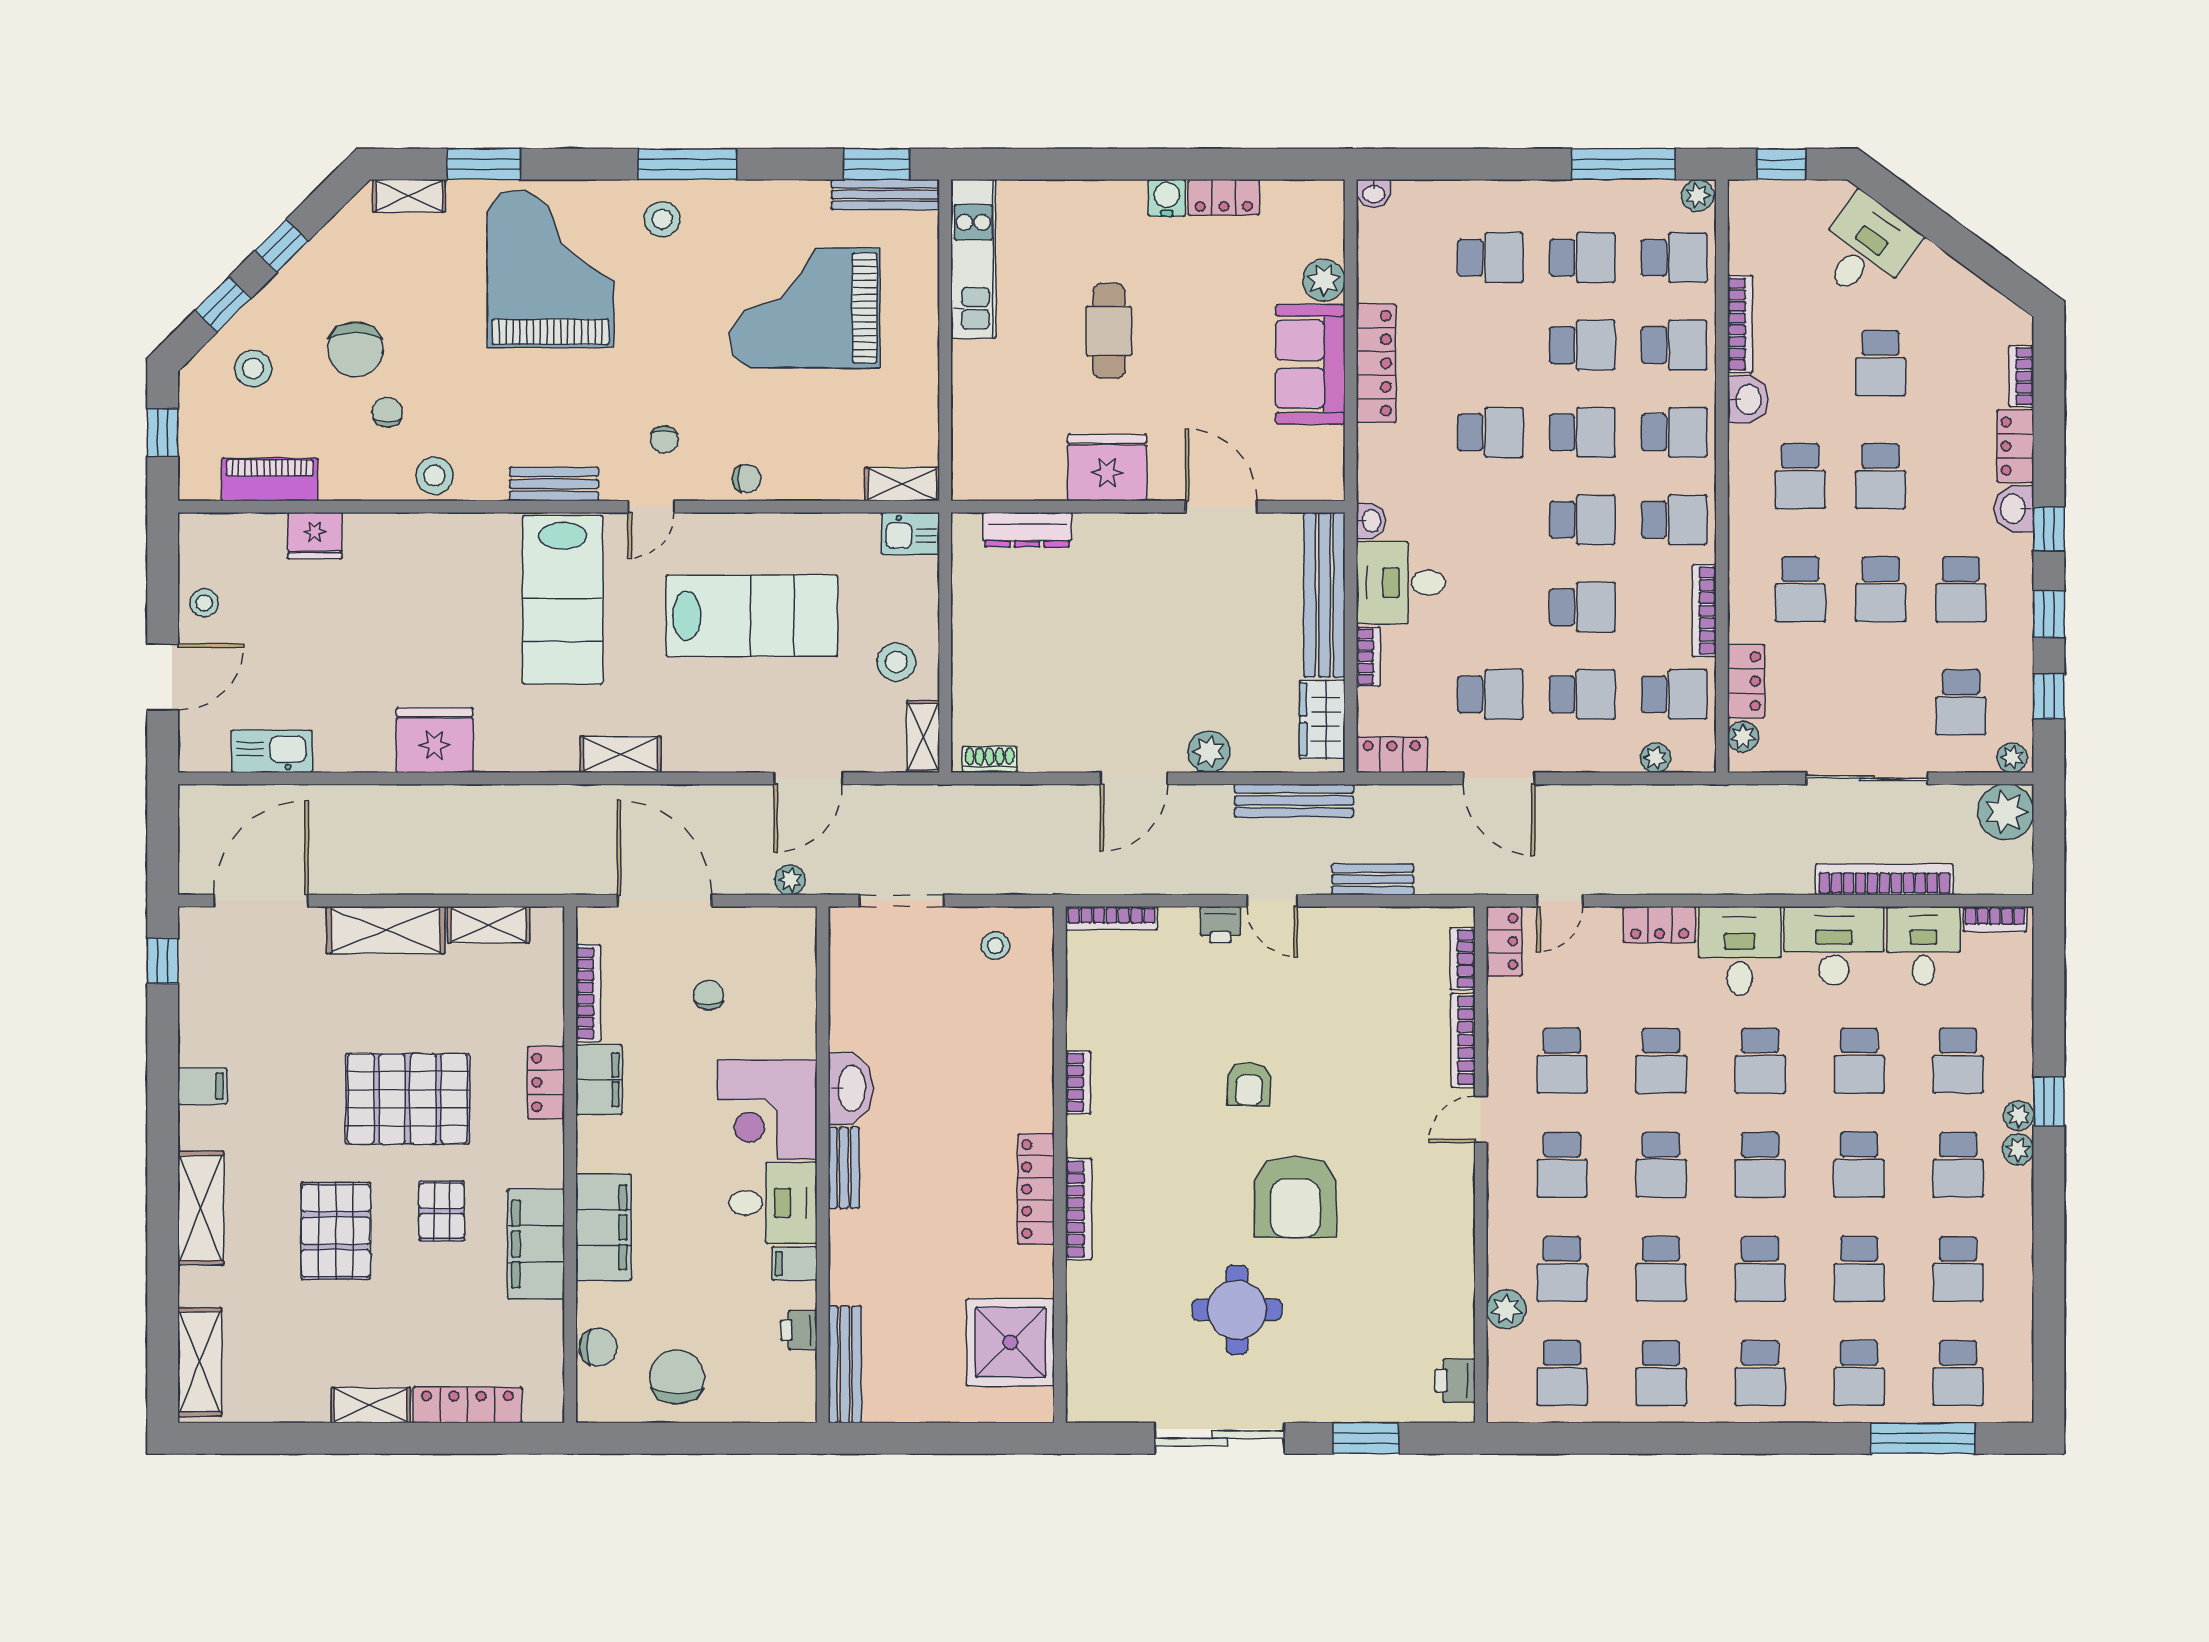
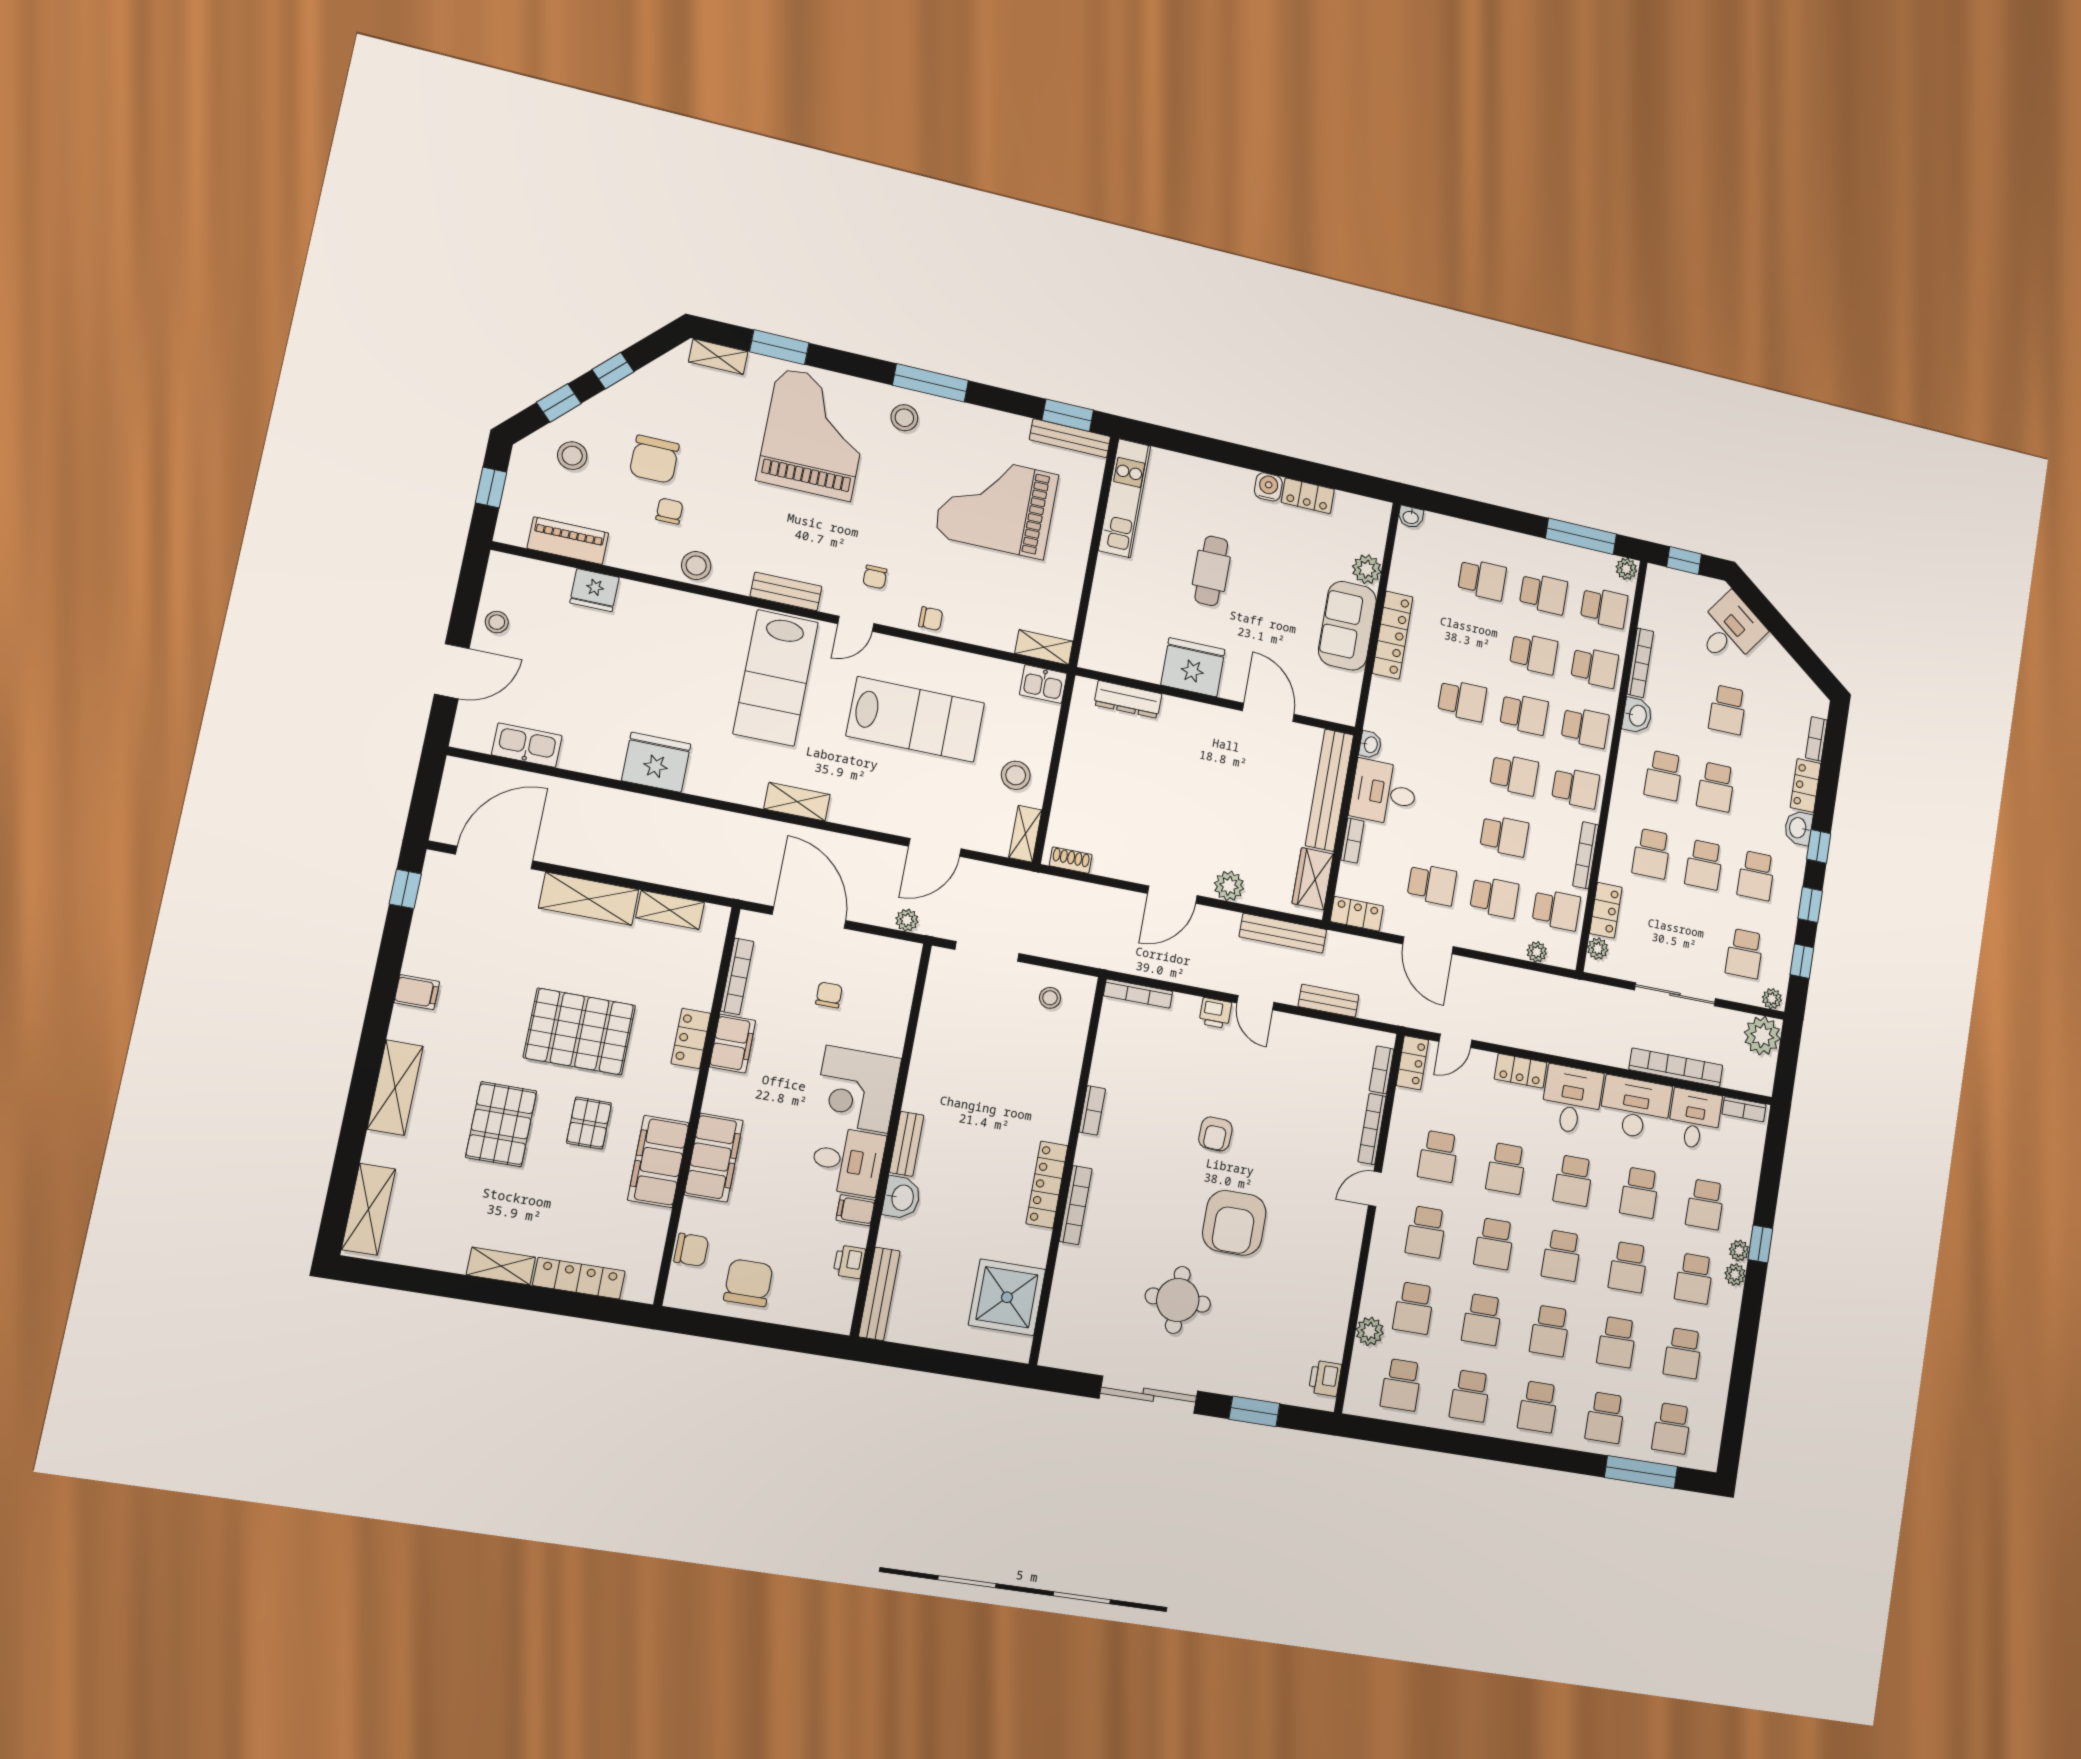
washbasin: (850, 1088) -> (902, 1198), moved, width x0.72

